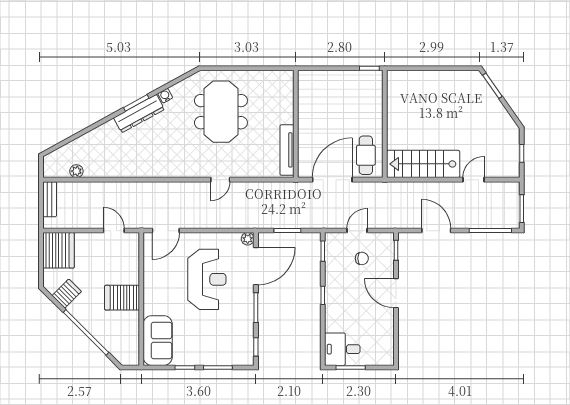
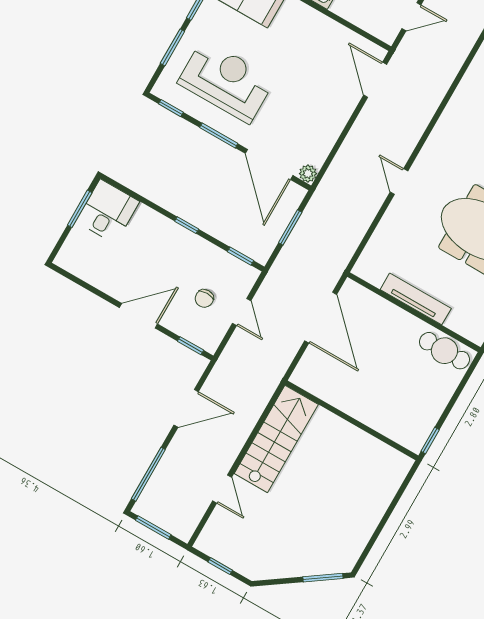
tv unit: (287, 150) -> (416, 299), moved
cafe table: (366, 155) -> (444, 351), moved
reception desk: (207, 279) -> (226, 81), moved, turned 180

